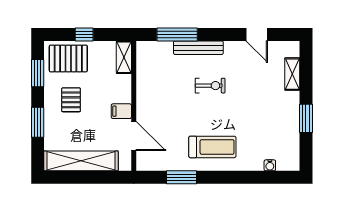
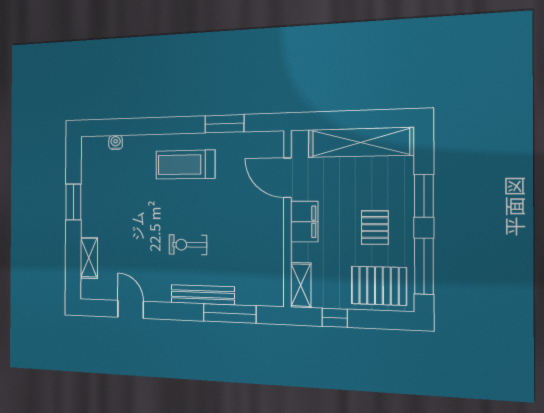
window: (84, 34) -> (335, 318), moved
window: (38, 73) -> (424, 266), width x1.44
filing cabinet: (121, 111) -> (304, 222), width x2.00

